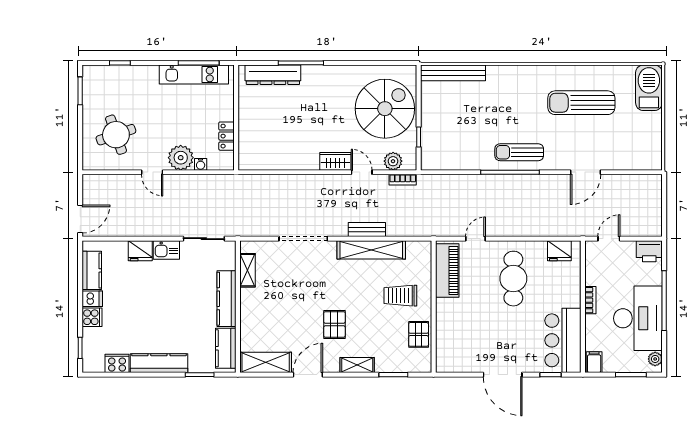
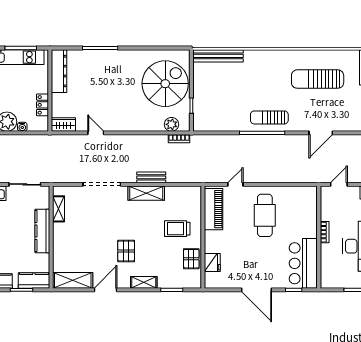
dresser: (273, 75) -> (59, 71), moved, turned -90
wardrobe: (335, 161) -> (63, 124), moved
door: (362, 172) -> (96, 133), moved
shelving: (371, 250) -> (146, 193), width x0.68
fridge: (559, 251) -> (212, 262), moved, turned -90
kitchen counter: (226, 348) -> (34, 281), moved, turned 90
filing cabinet: (594, 362) -> (327, 280), removed

